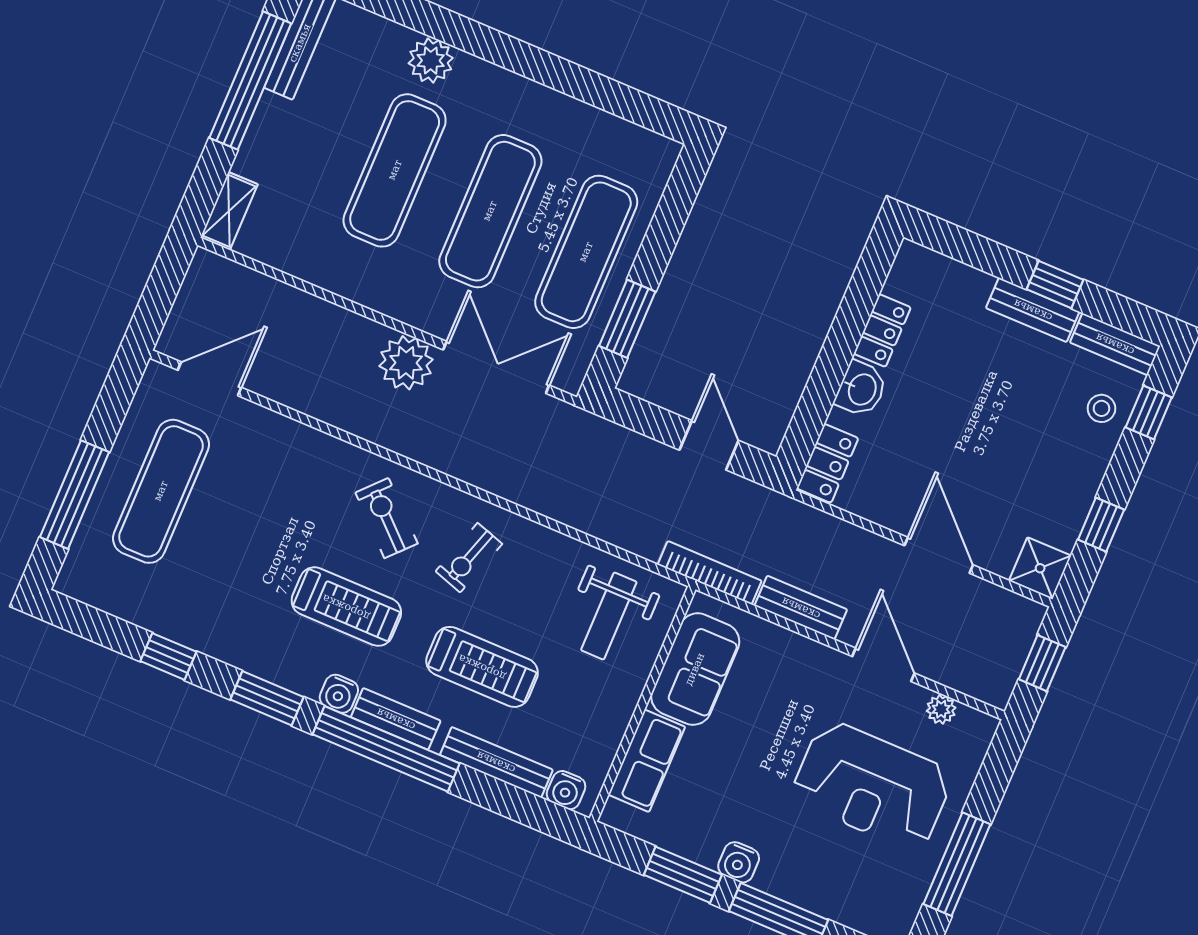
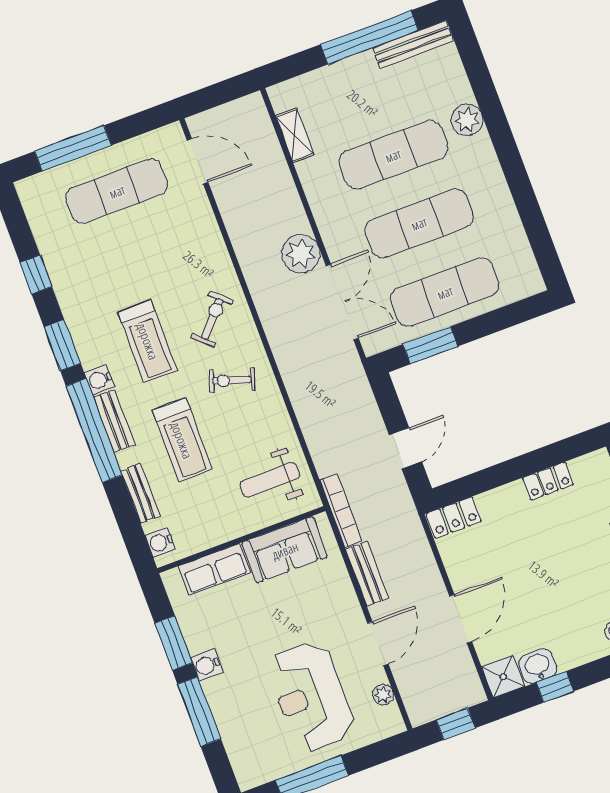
shelving: (229, 211) -> (295, 135), moved, turned 90
washbasin: (861, 389) -> (538, 666), moved, turned 180
bench: (496, 762) -> (141, 493), width x0.73

